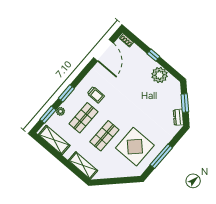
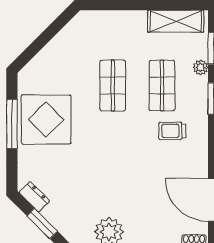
display table: (135, 147) -> (46, 119), moved
shelving: (83, 166) -> (107, 20), removed

